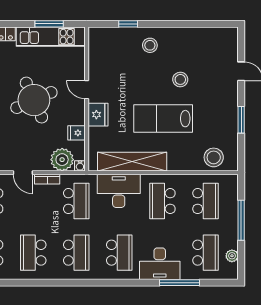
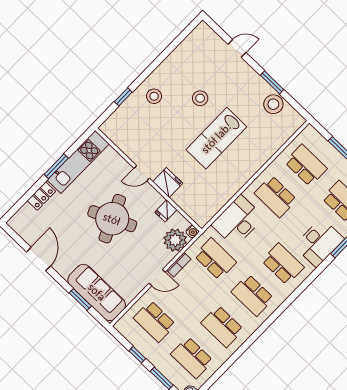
window: (49, 24) -> (56, 166), moved
stool: (214, 157) -> (273, 104), moved
shelving: (132, 162) -> (226, 191), removed
school desk: (76, 253) -> (252, 295), turned 180

